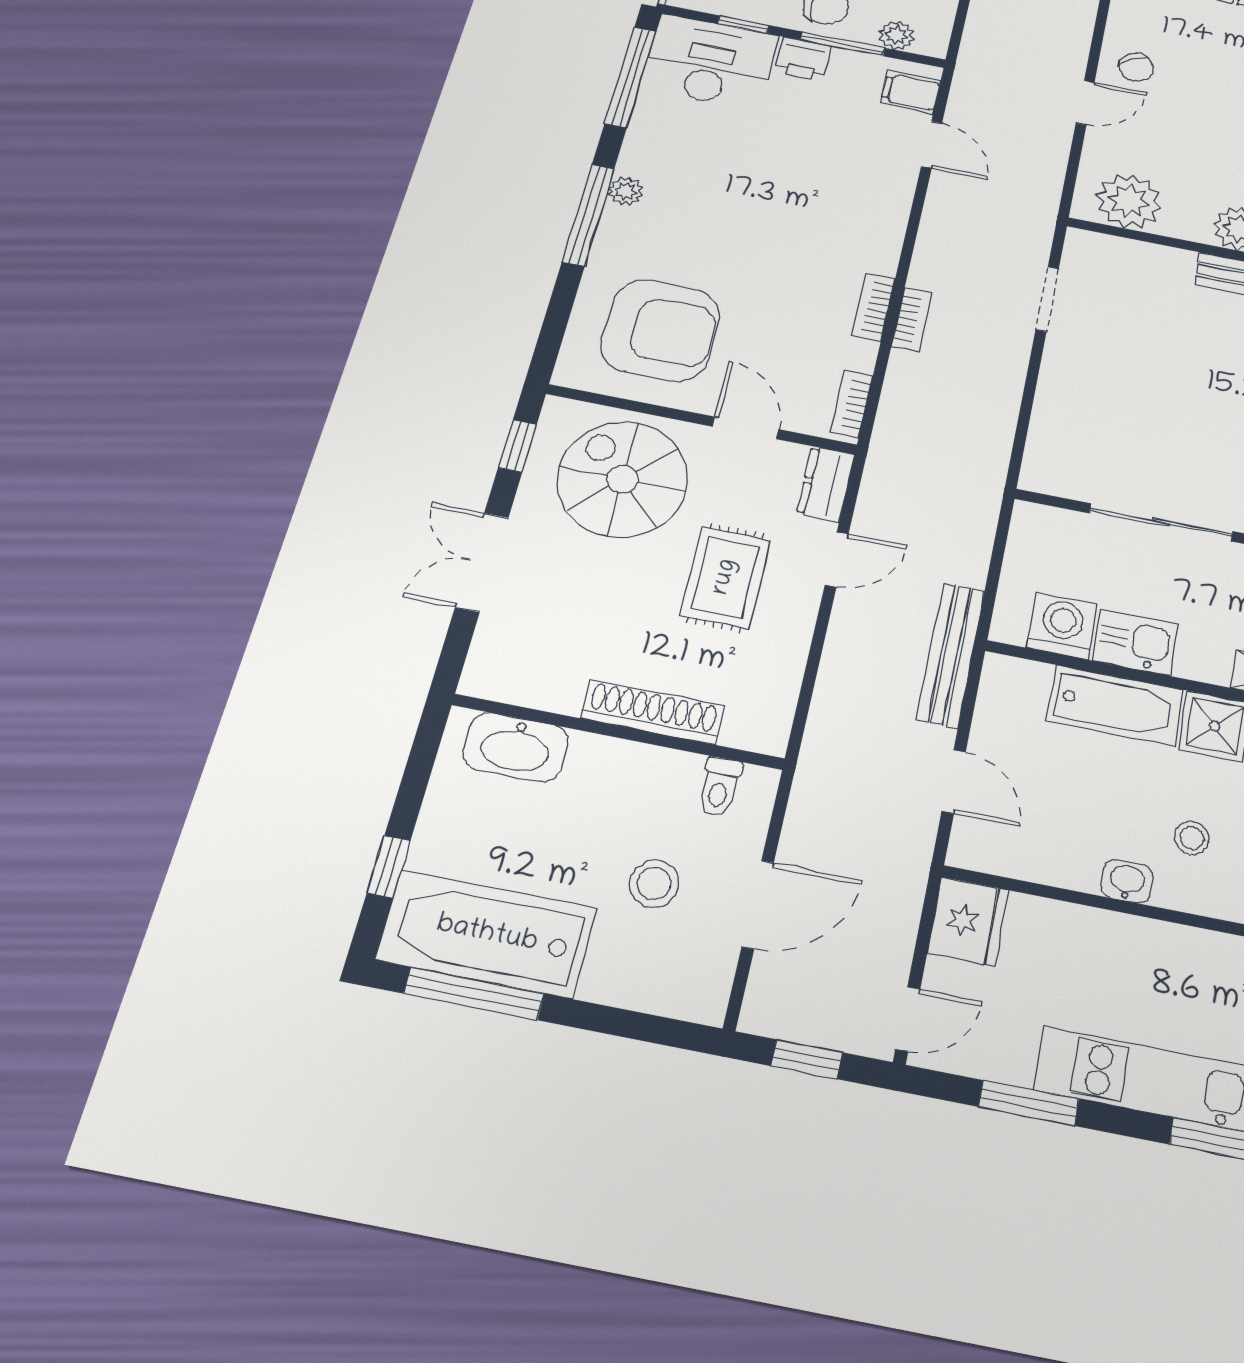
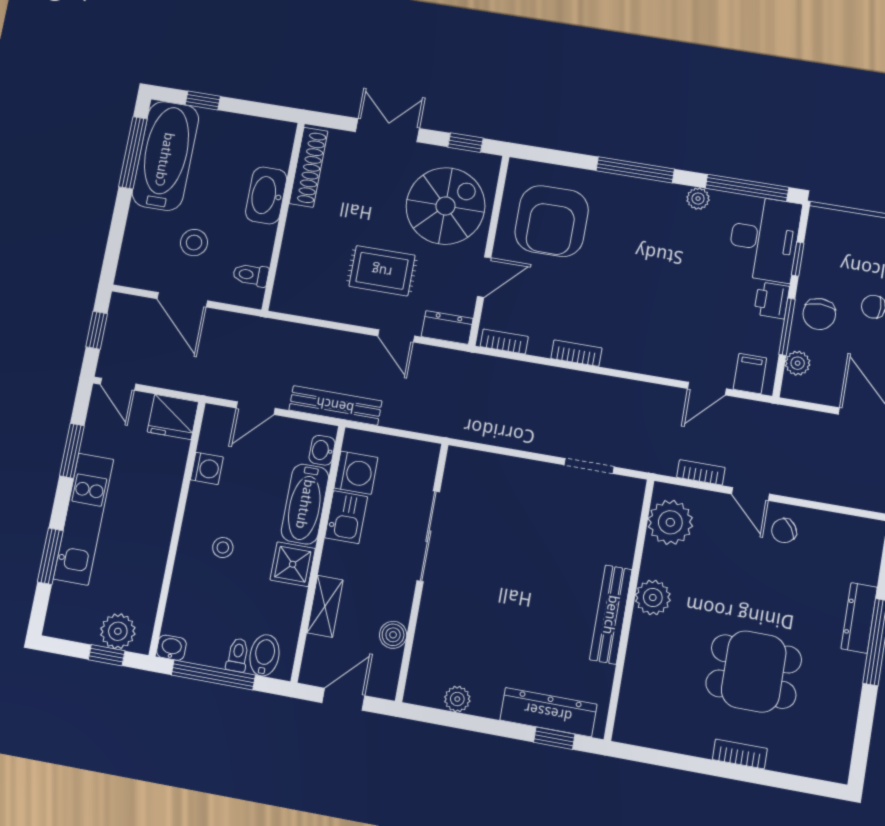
plant: (625, 191) -> (698, 199), moved
bookcase: (912, 320) -> (701, 472), moved, turned 180
shoe rack: (653, 712) -> (308, 167), moved
washbasin: (516, 747) -> (266, 195), moved
washing machine: (1058, 864) -> (207, 468), added
washbasin: (1127, 881) -> (322, 450), moved, turned 180

